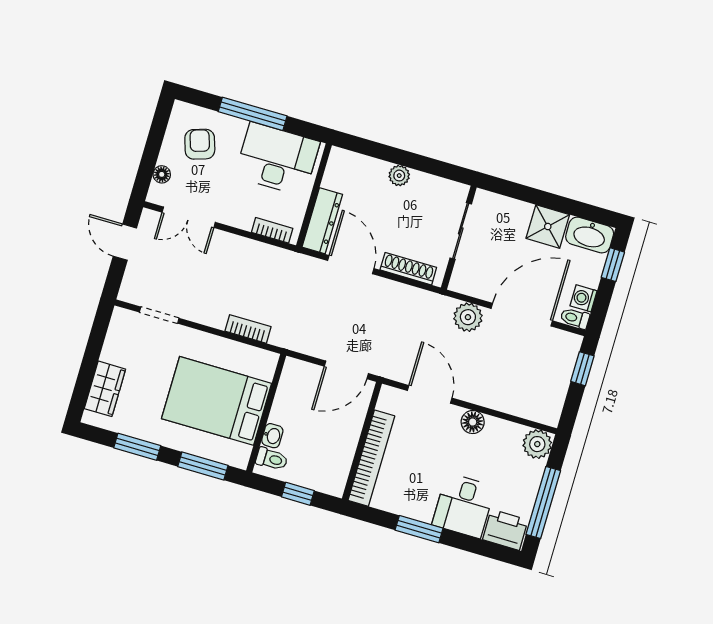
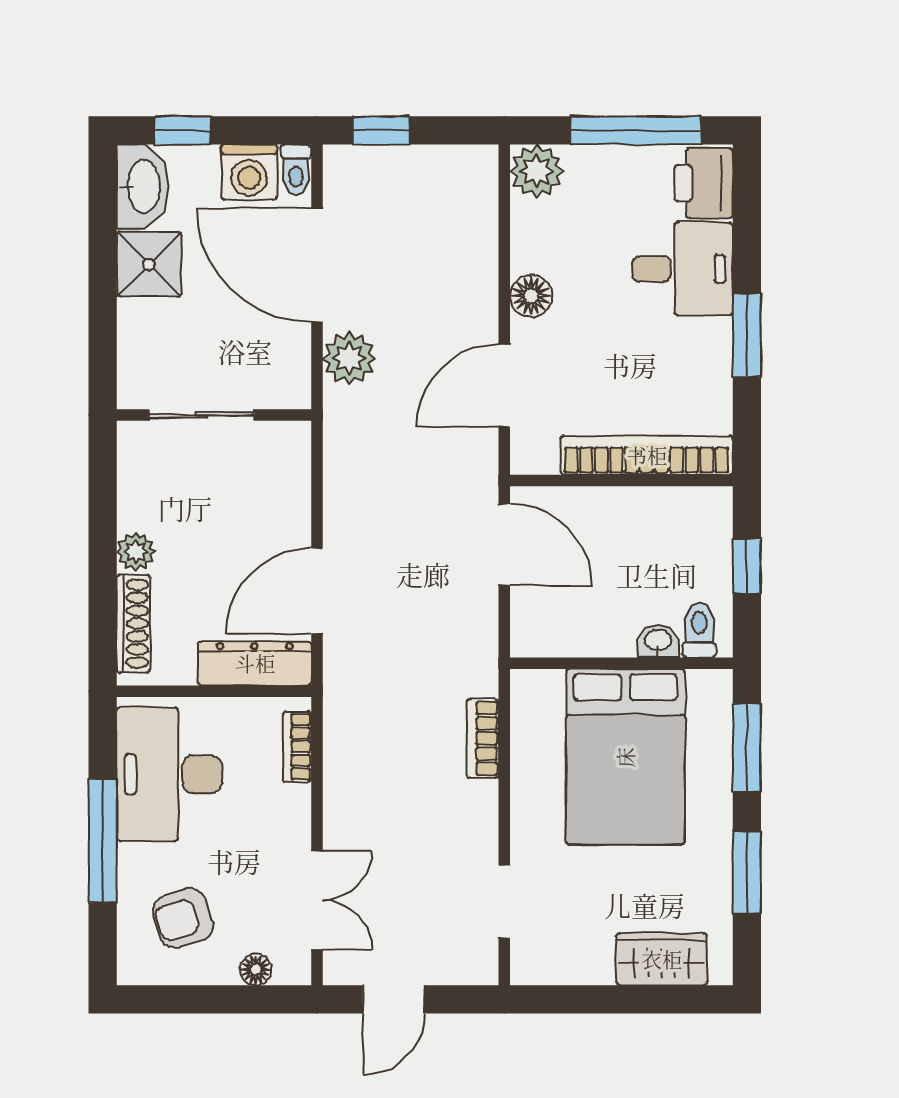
shoe rack: (408, 269) -> (133, 624), moved, turned 180
washing machine: (584, 298) -> (249, 172), width x1.38, depth x1.38

